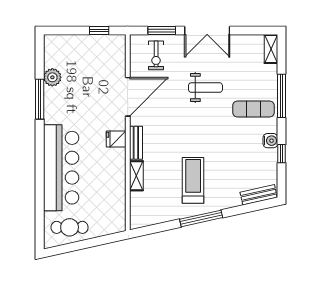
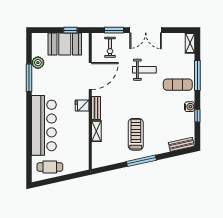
booth: (91, 50) -> (65, 44), added

